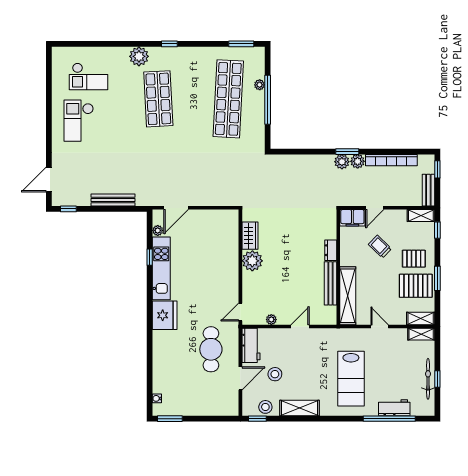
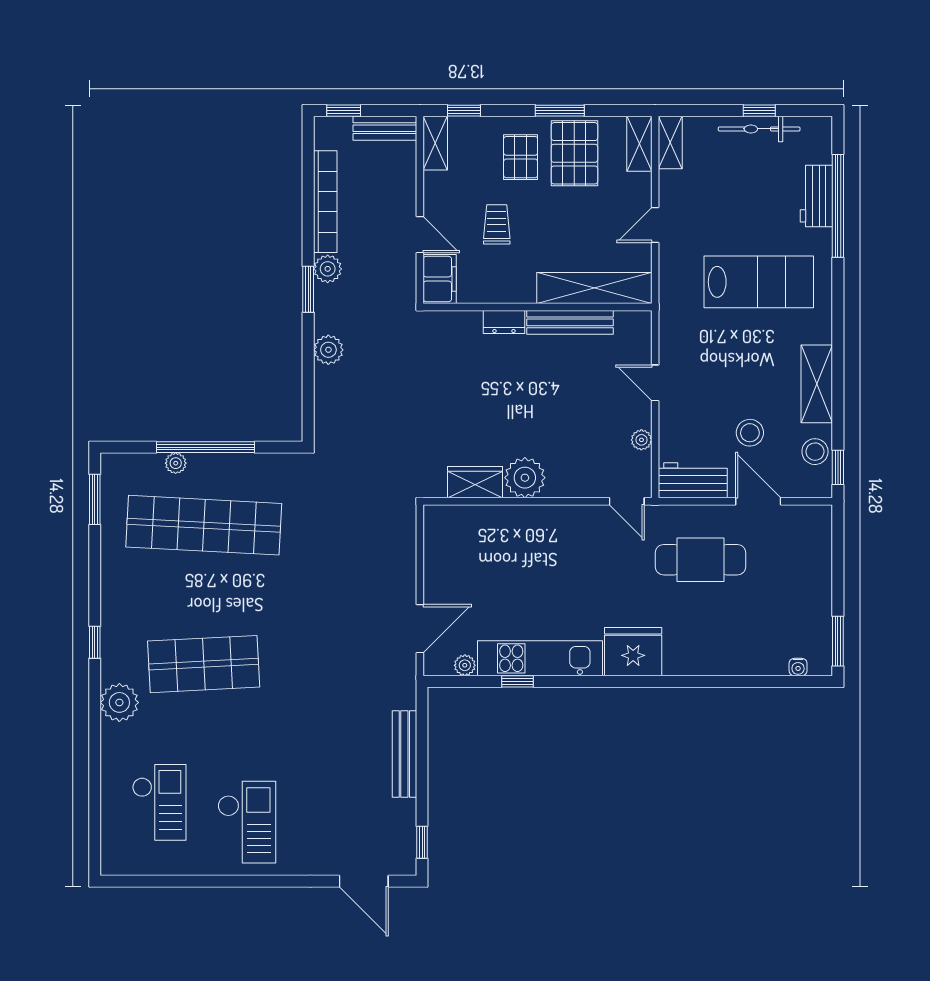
checkout: (79, 121) -> (247, 822), turned -90
plant: (342, 162) -> (328, 350), moved
door: (176, 208) -> (420, 629), hinge flipped
trolley: (380, 247) -> (497, 224), turned 136

